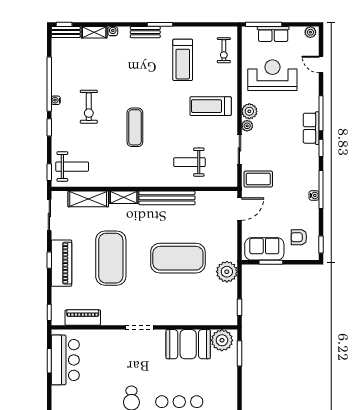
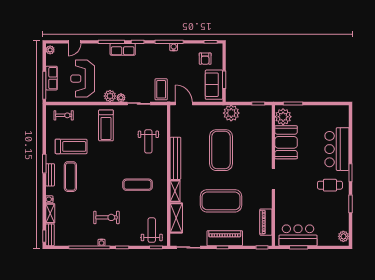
exercise mat: (143, 59) -> (70, 177), added
exercise mat: (135, 127) -> (138, 185), moved

